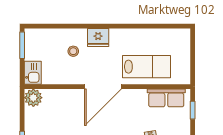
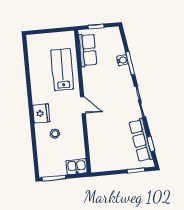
door: (103, 87) -> (83, 105), width x0.53
plant: (33, 98) -> (98, 164), removed

